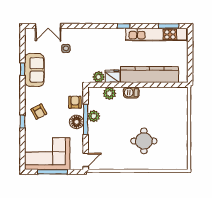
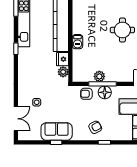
plant: (109, 93) -> (78, 62), removed

